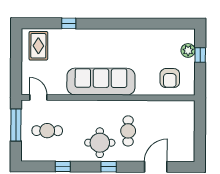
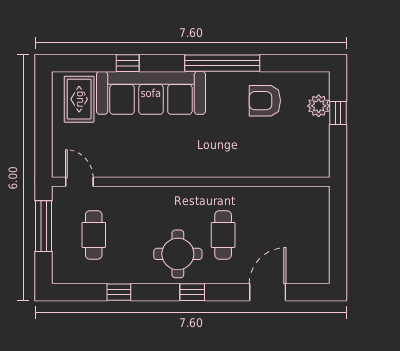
window: (128, 24) -> (222, 63), added
armchair: (170, 78) -> (265, 101), moved, turned 90
sofa: (101, 82) -> (151, 93), moved, turned 180
cafe table: (47, 131) -> (94, 235), turned 90

